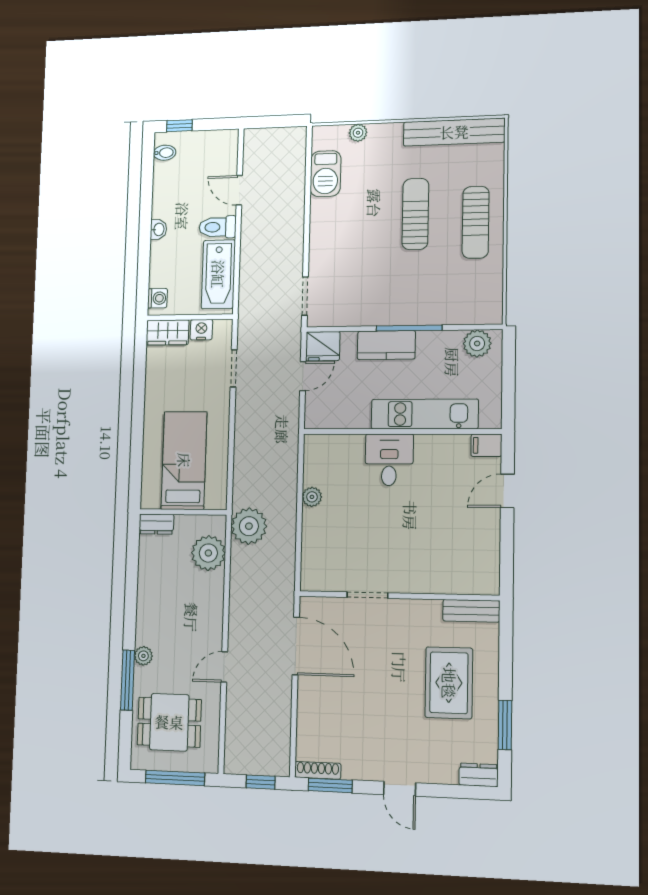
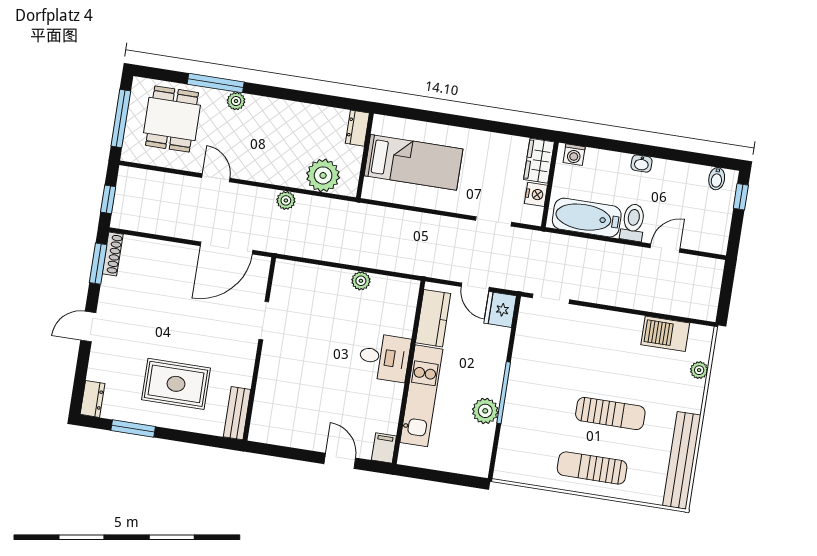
plant: (477, 343) -> (485, 411), moved
kitchen counter: (386, 345) -> (433, 318), moved, turned 180
plant: (249, 526) -> (286, 200), moved, width x0.53, depth x0.53

